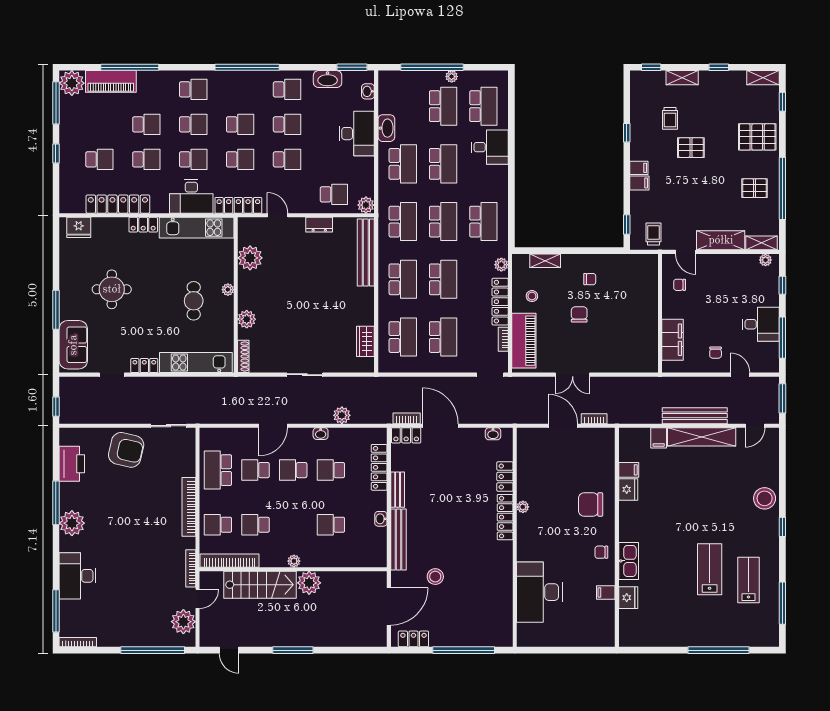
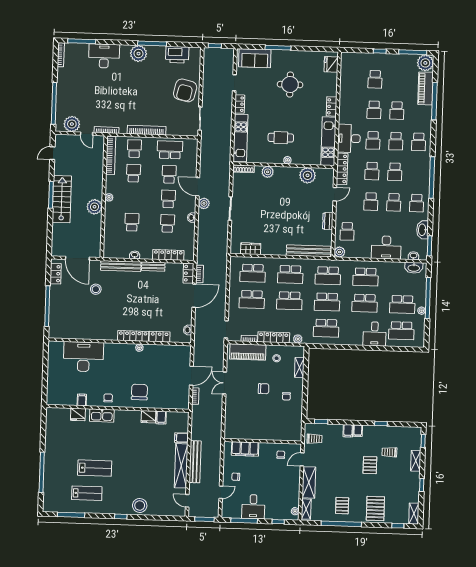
washbasin: (386, 128) -> (414, 268), moved
locker: (118, 204) -> (345, 90), removed
plant: (342, 415) -> (204, 203), moved
stairs: (260, 585) -> (62, 199), moved, turned 180

